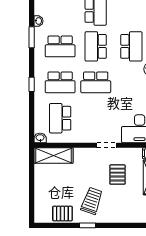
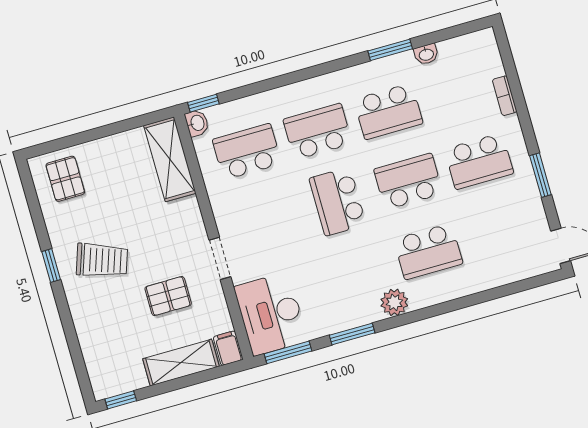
school desk: (60, 46) -> (388, 111), turned -90
school desk: (60, 82) -> (318, 131), turned 90
window: (32, 84) -> (203, 103), moved
pallet: (62, 214) -> (65, 179), moved

